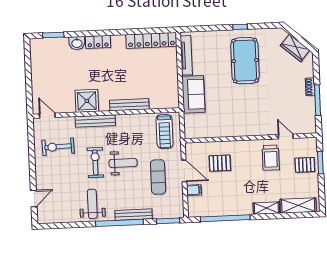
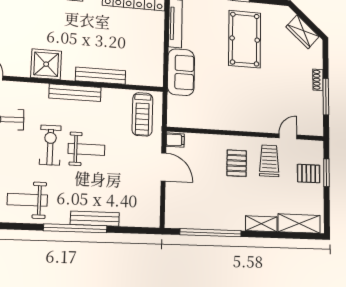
bench: (95, 121) -> (75, 93), moved
door: (286, 136) -> (288, 136), hinge flipped
trolley: (271, 158) -> (269, 161), turned 180
pallet: (220, 163) -> (237, 163), moved, turned 90
exercise mat: (158, 177) -> (130, 172), removed
filing cabinet: (194, 190) -> (175, 140), moved
weight bench: (92, 204) -> (27, 200), moved, turned -90
window: (168, 221) -> (139, 230), removed

